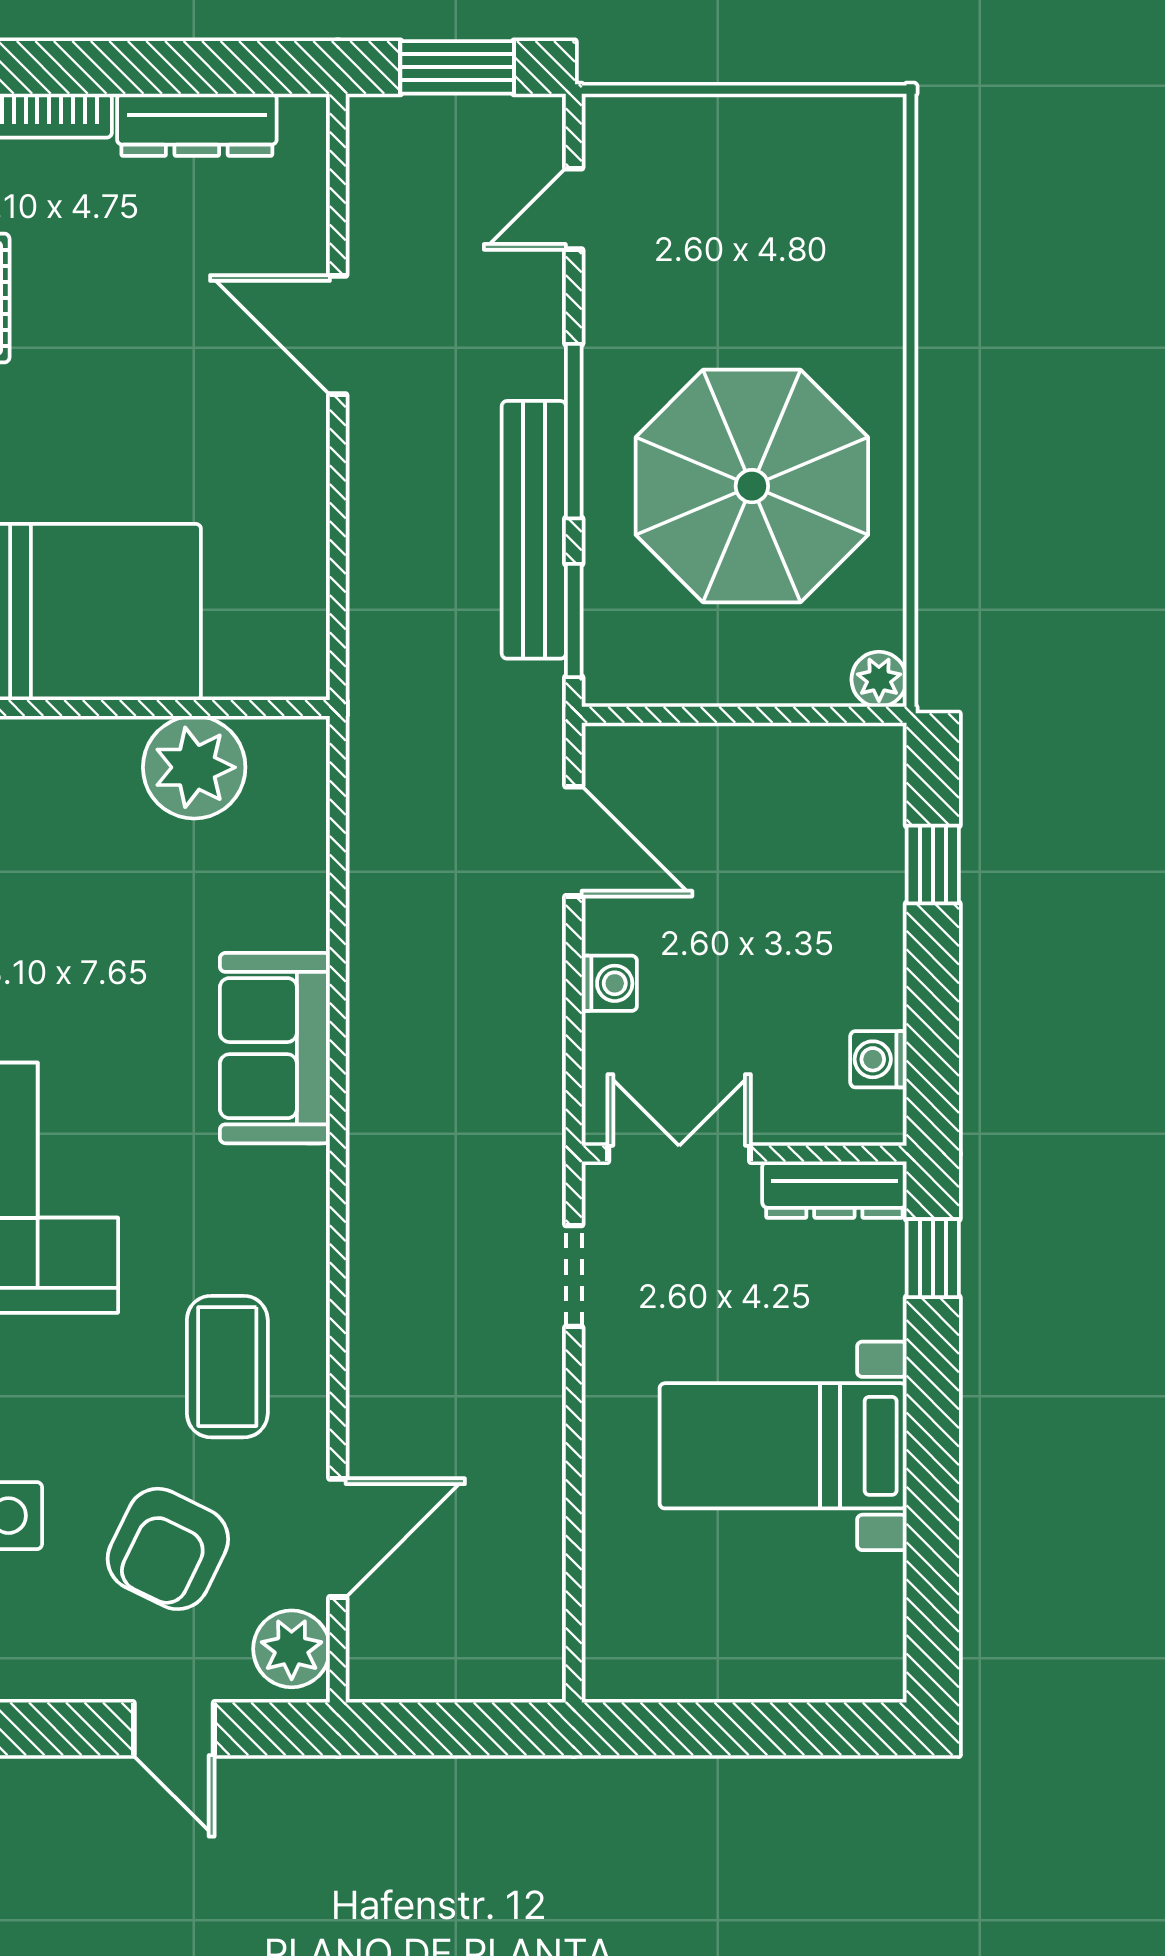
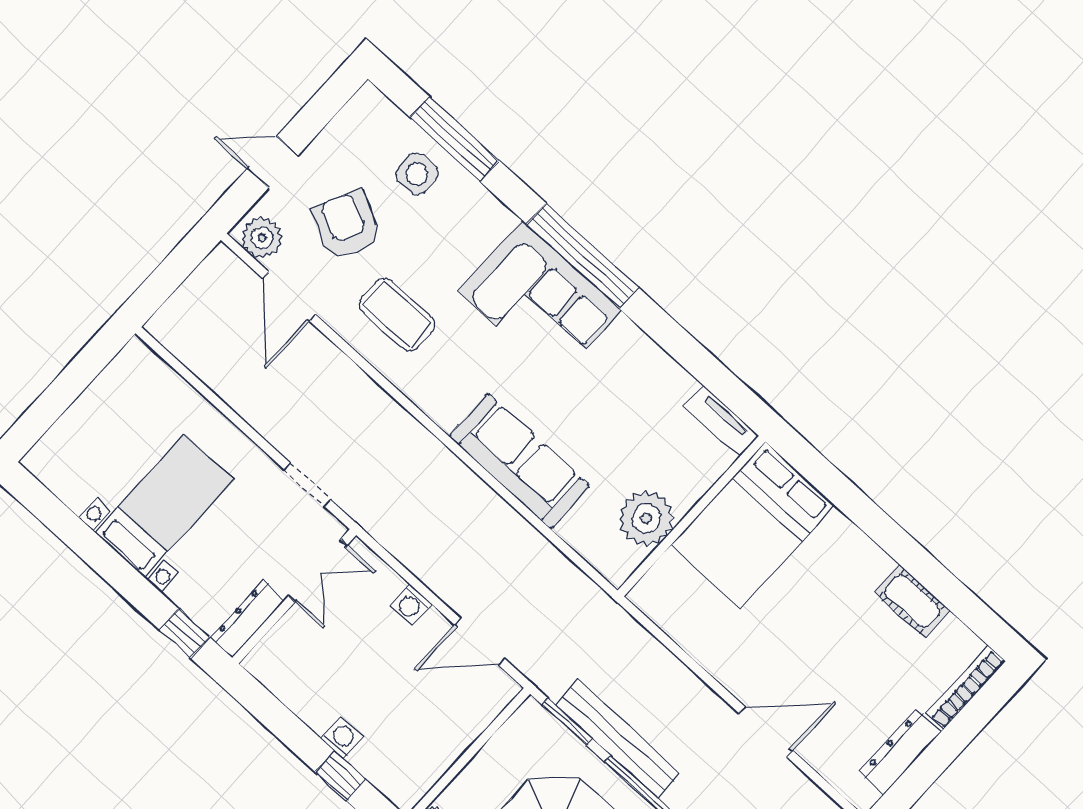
sofa: (275, 1048) -> (519, 461), width x1.36
washing machine: (878, 1059) -> (342, 738), moved

